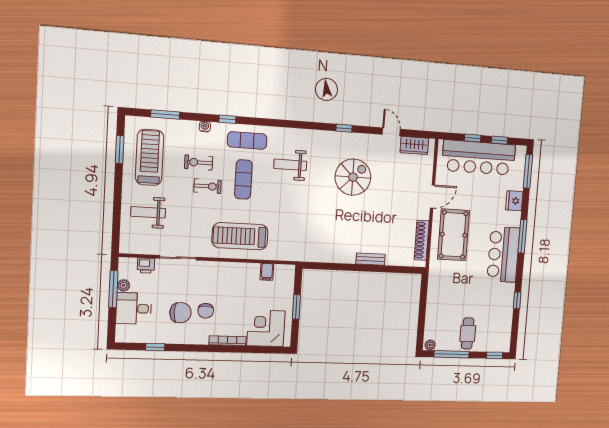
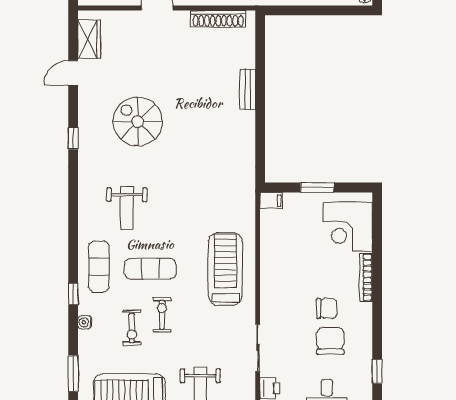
treadmill: (240, 236) -> (225, 269), turned 180
filing cabinet: (267, 272) -> (271, 201), moved

